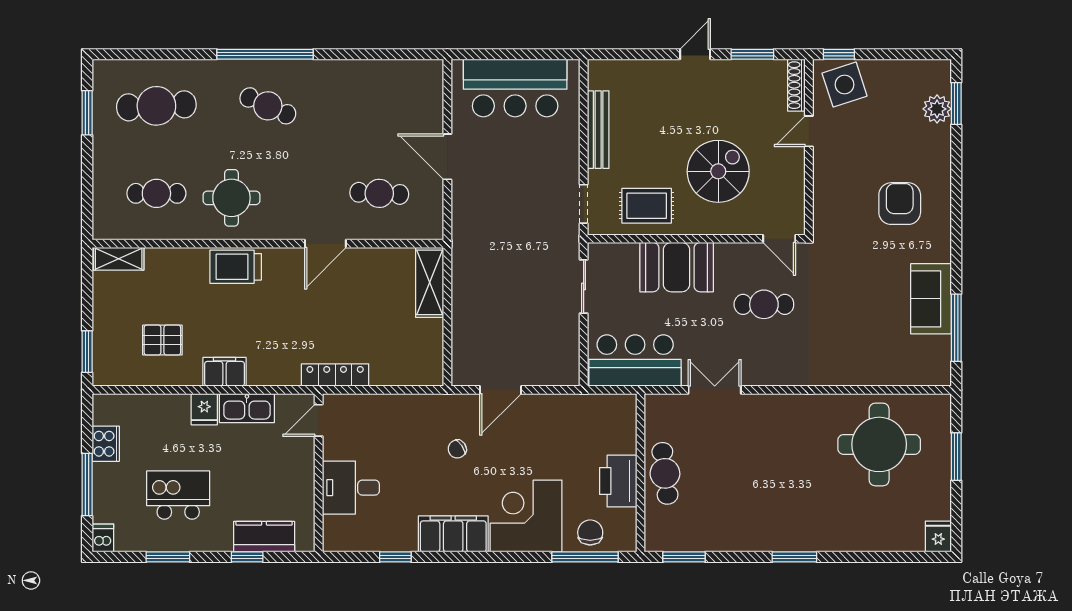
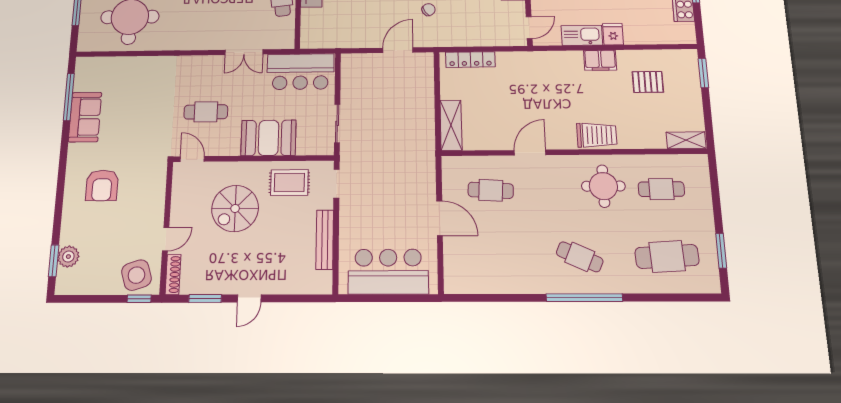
locker: (335, 375) -> (470, 60), moved

